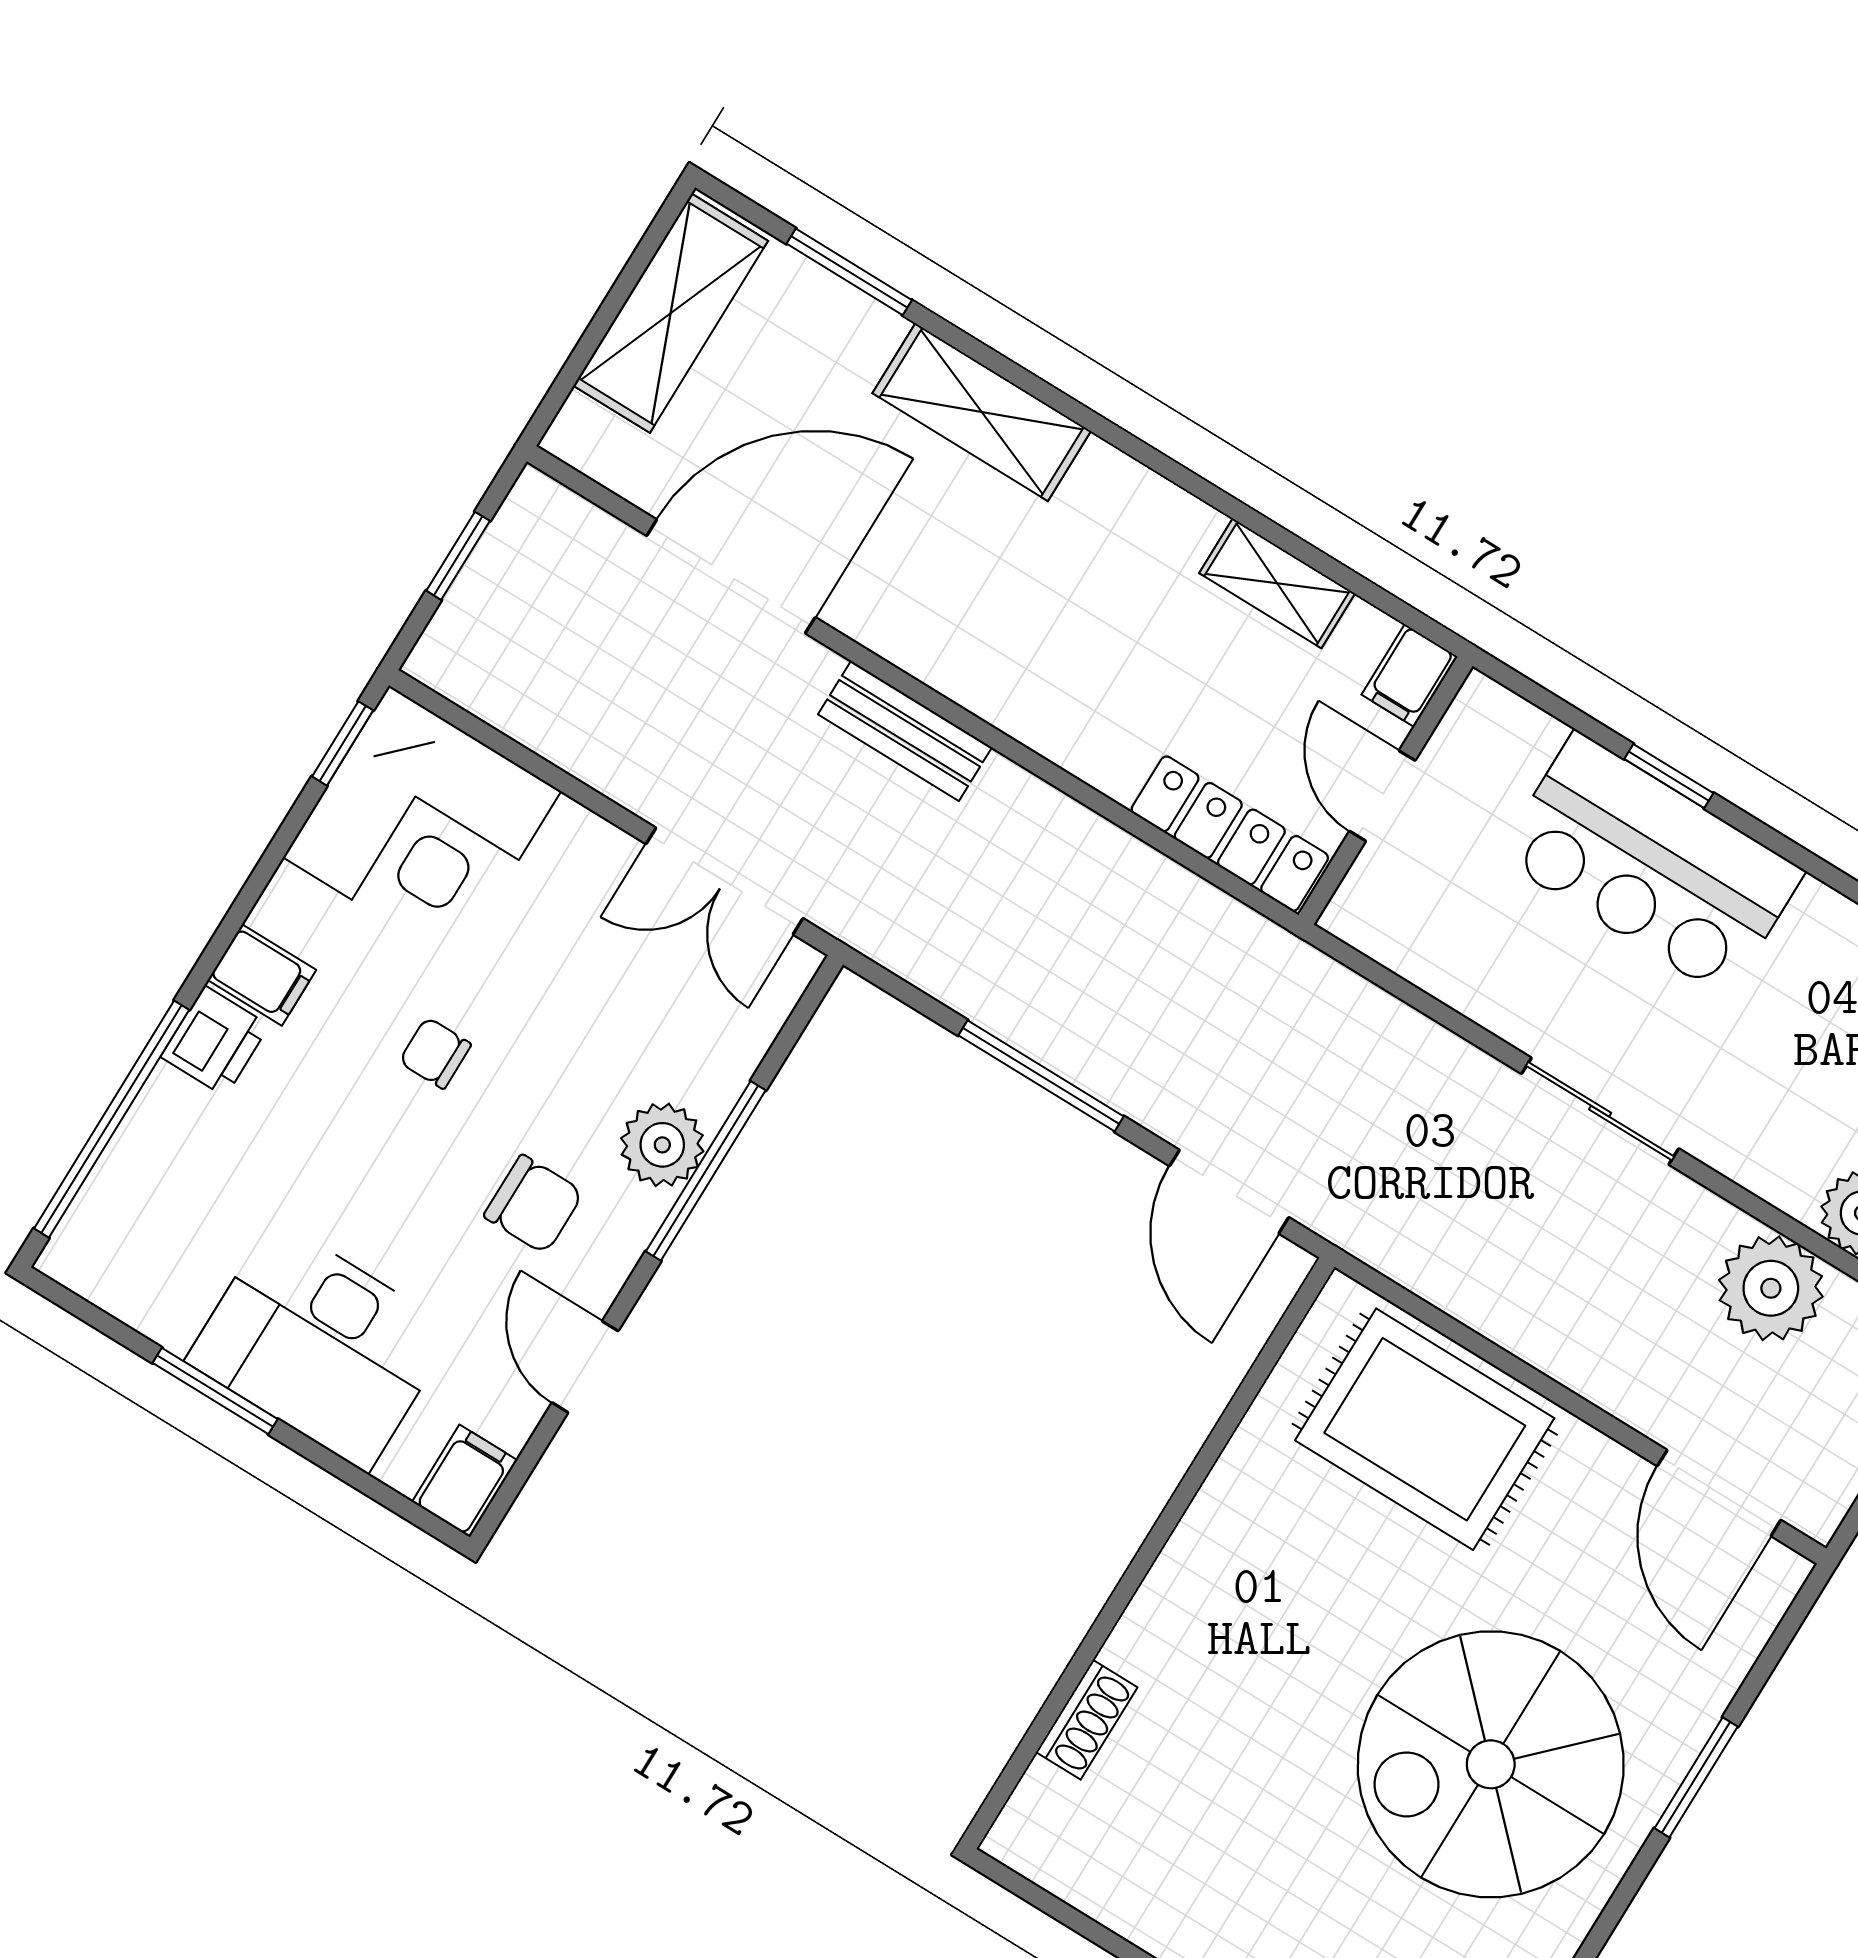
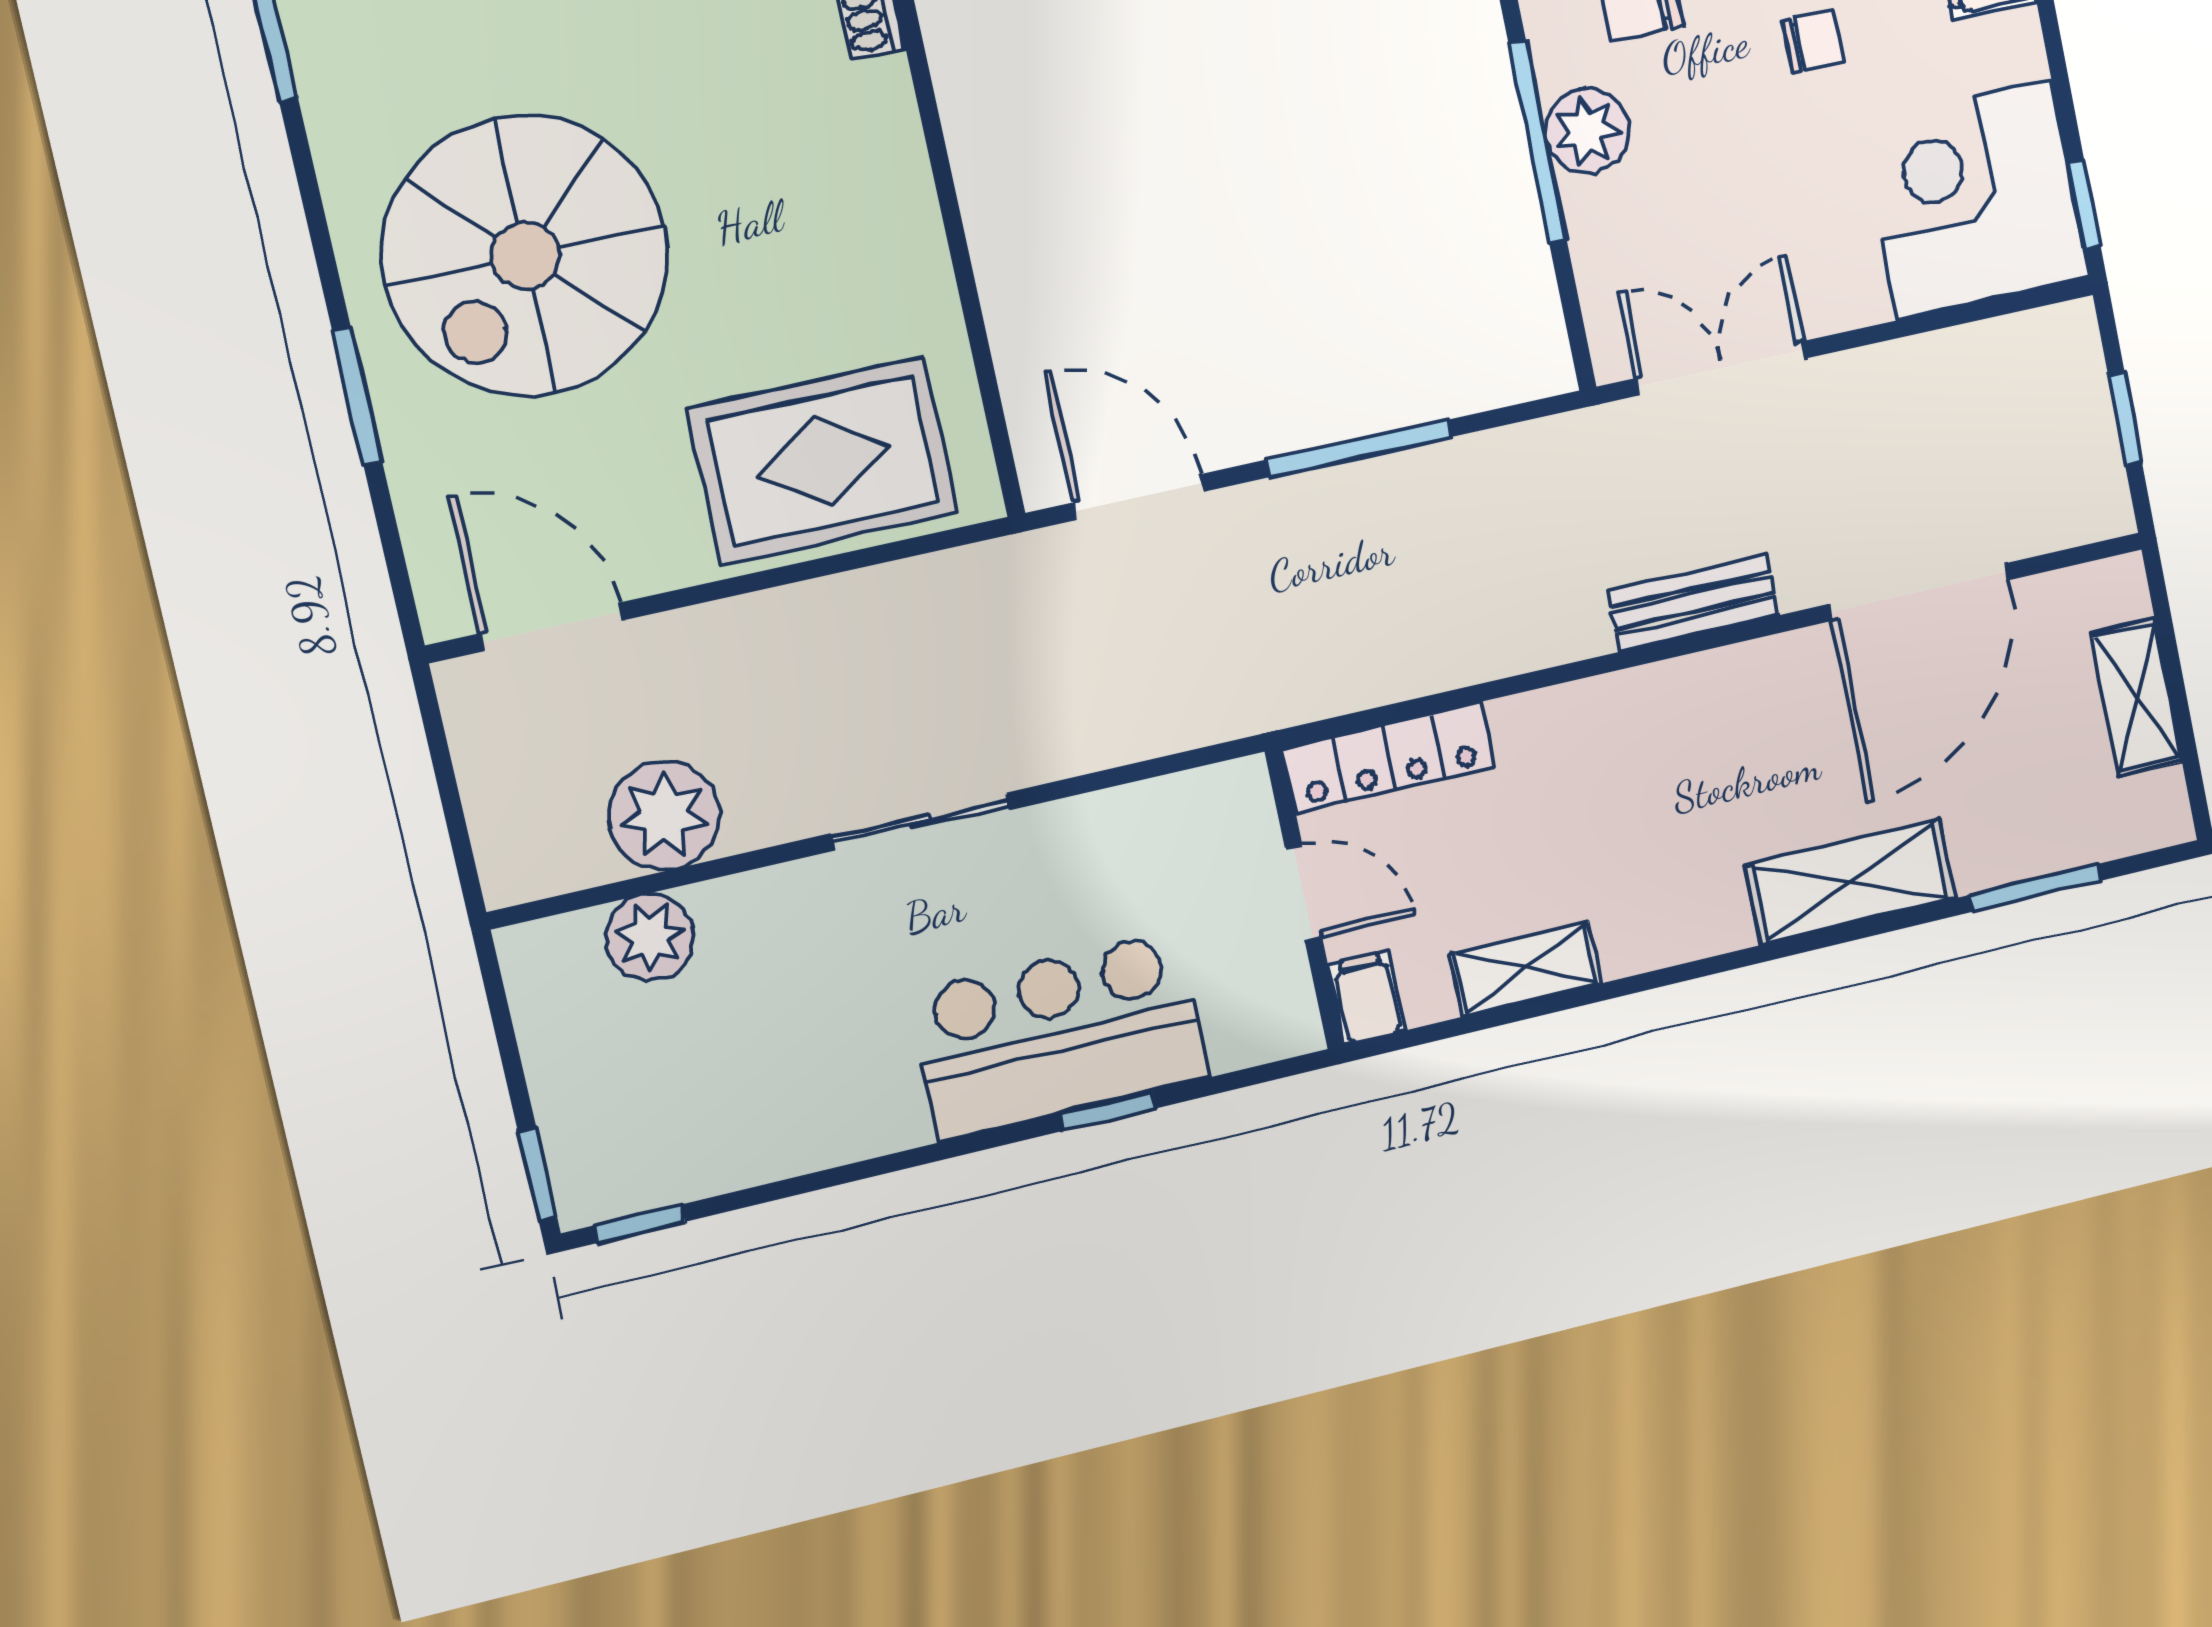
shelving: (671, 313) -> (2137, 697), width x0.67, depth x0.75
spiral stairs: (1491, 1764) -> (525, 256), turned 180

